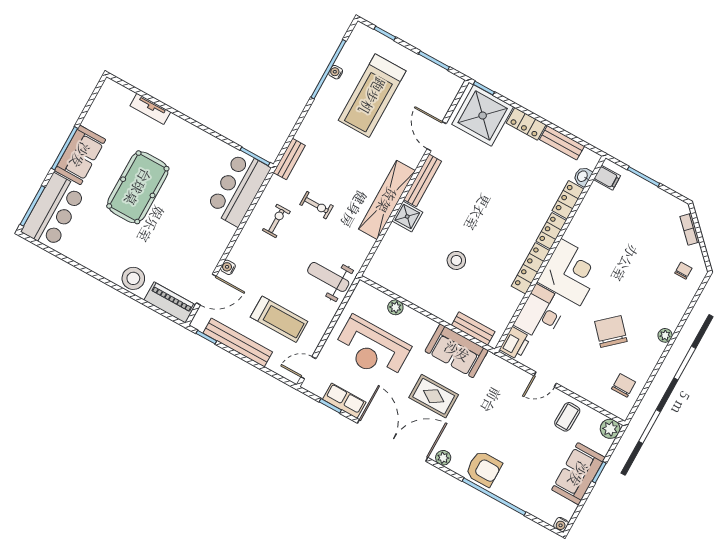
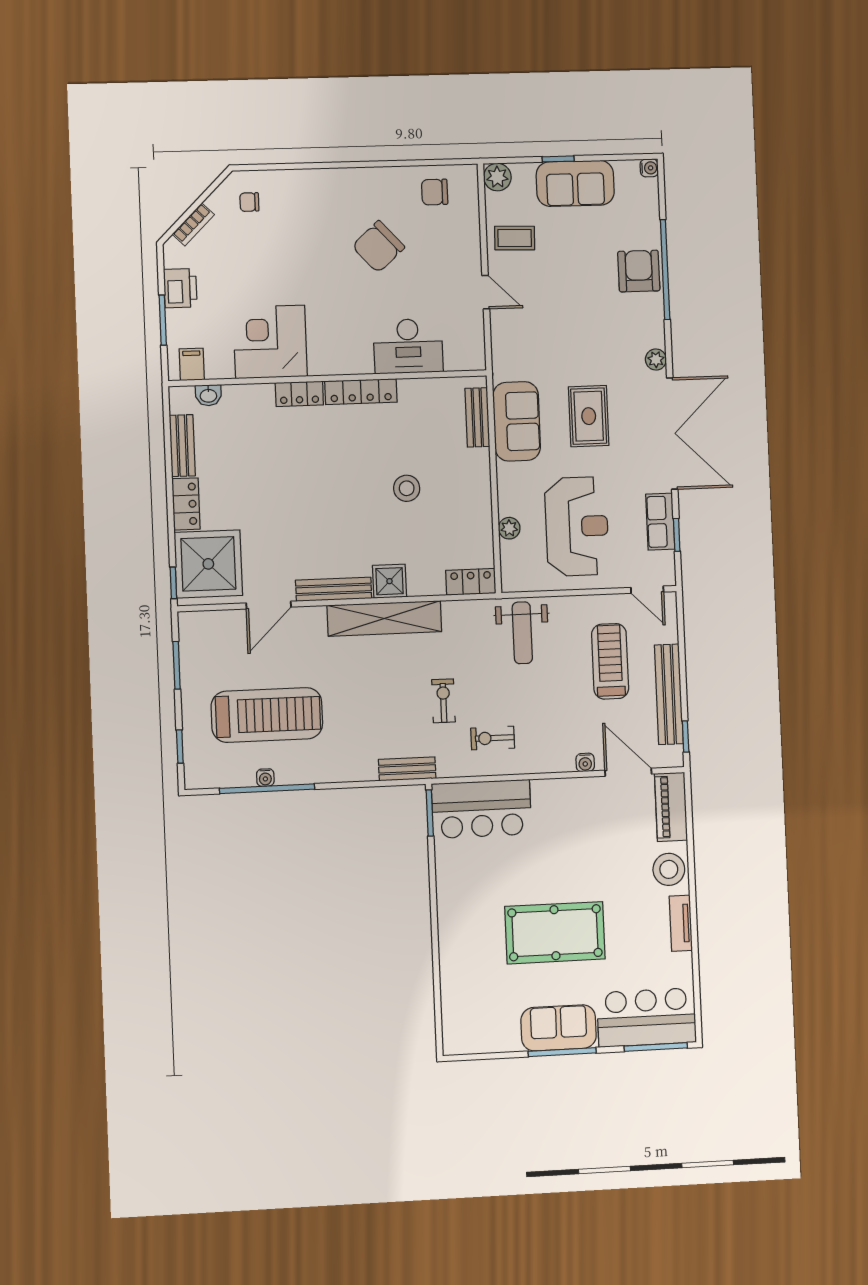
tv unit: (150, 109) -> (681, 923), moved, turned 180
locker: (568, 200) -> (471, 582), moved, turned 180
corner desk: (570, 272) -> (270, 342), moved
plant: (665, 335) -> (343, 177), removed
printer: (515, 343) -> (180, 288), moved, turned 90
double door: (393, 440) -> (672, 434), swing flipped
armchair: (484, 469) -> (639, 271), moved

